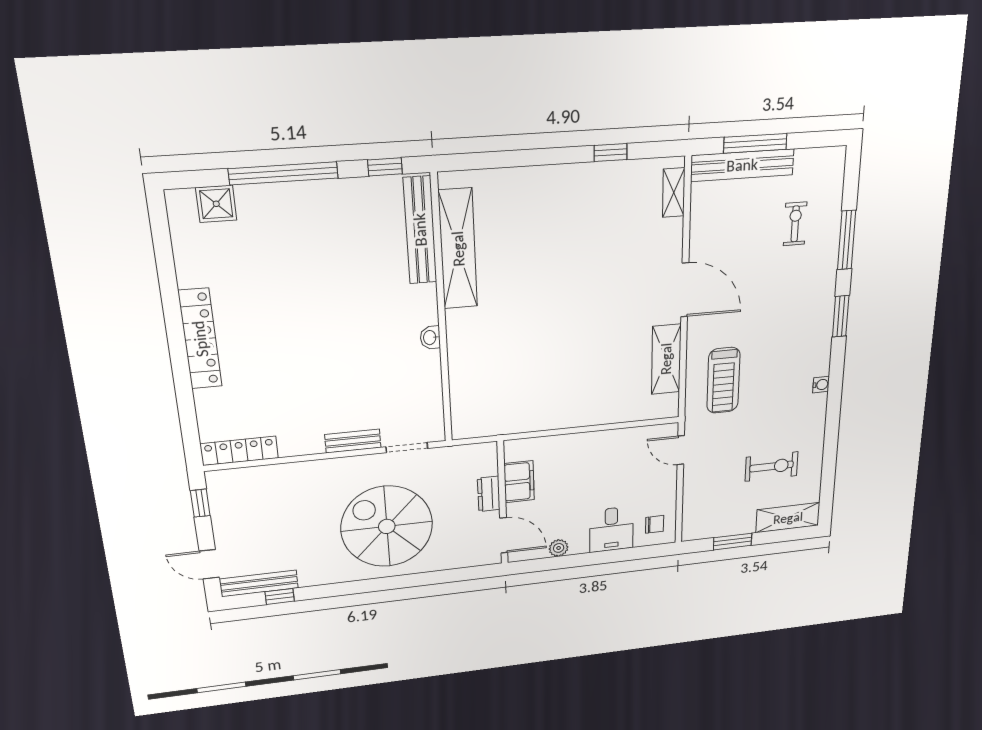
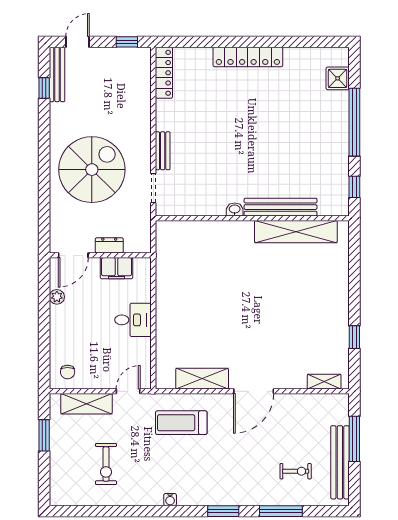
bench: (742, 165) -> (340, 462), moved
bench: (420, 230) -> (281, 207), moved
shelving: (788, 518) -> (86, 404), moved, turned 90
desk: (611, 529) -> (133, 320), moved, turned 180

